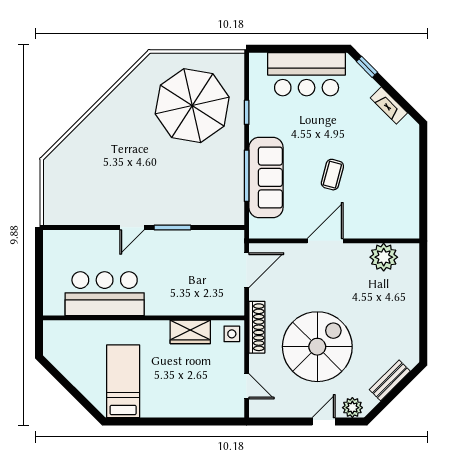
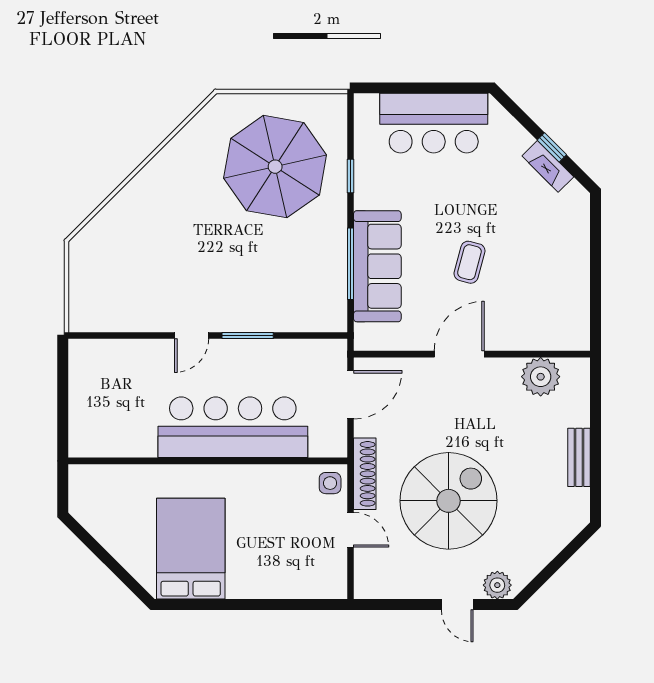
window: (367, 67) -> (552, 147), moved
bar counter: (105, 294) -> (233, 427), moved, width x1.36
wardrobe: (190, 332) -> (272, 480), removed
bench: (390, 380) -> (579, 457), moved, turned -45
bed: (123, 381) -> (191, 549), width x1.50
door: (247, 386) -> (350, 530), moved
door: (324, 421) -> (457, 605), swing flipped

